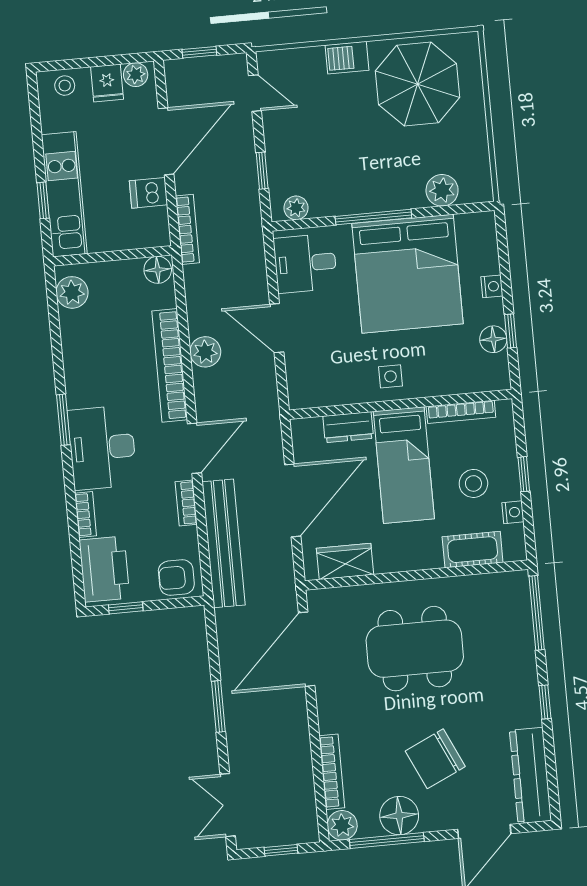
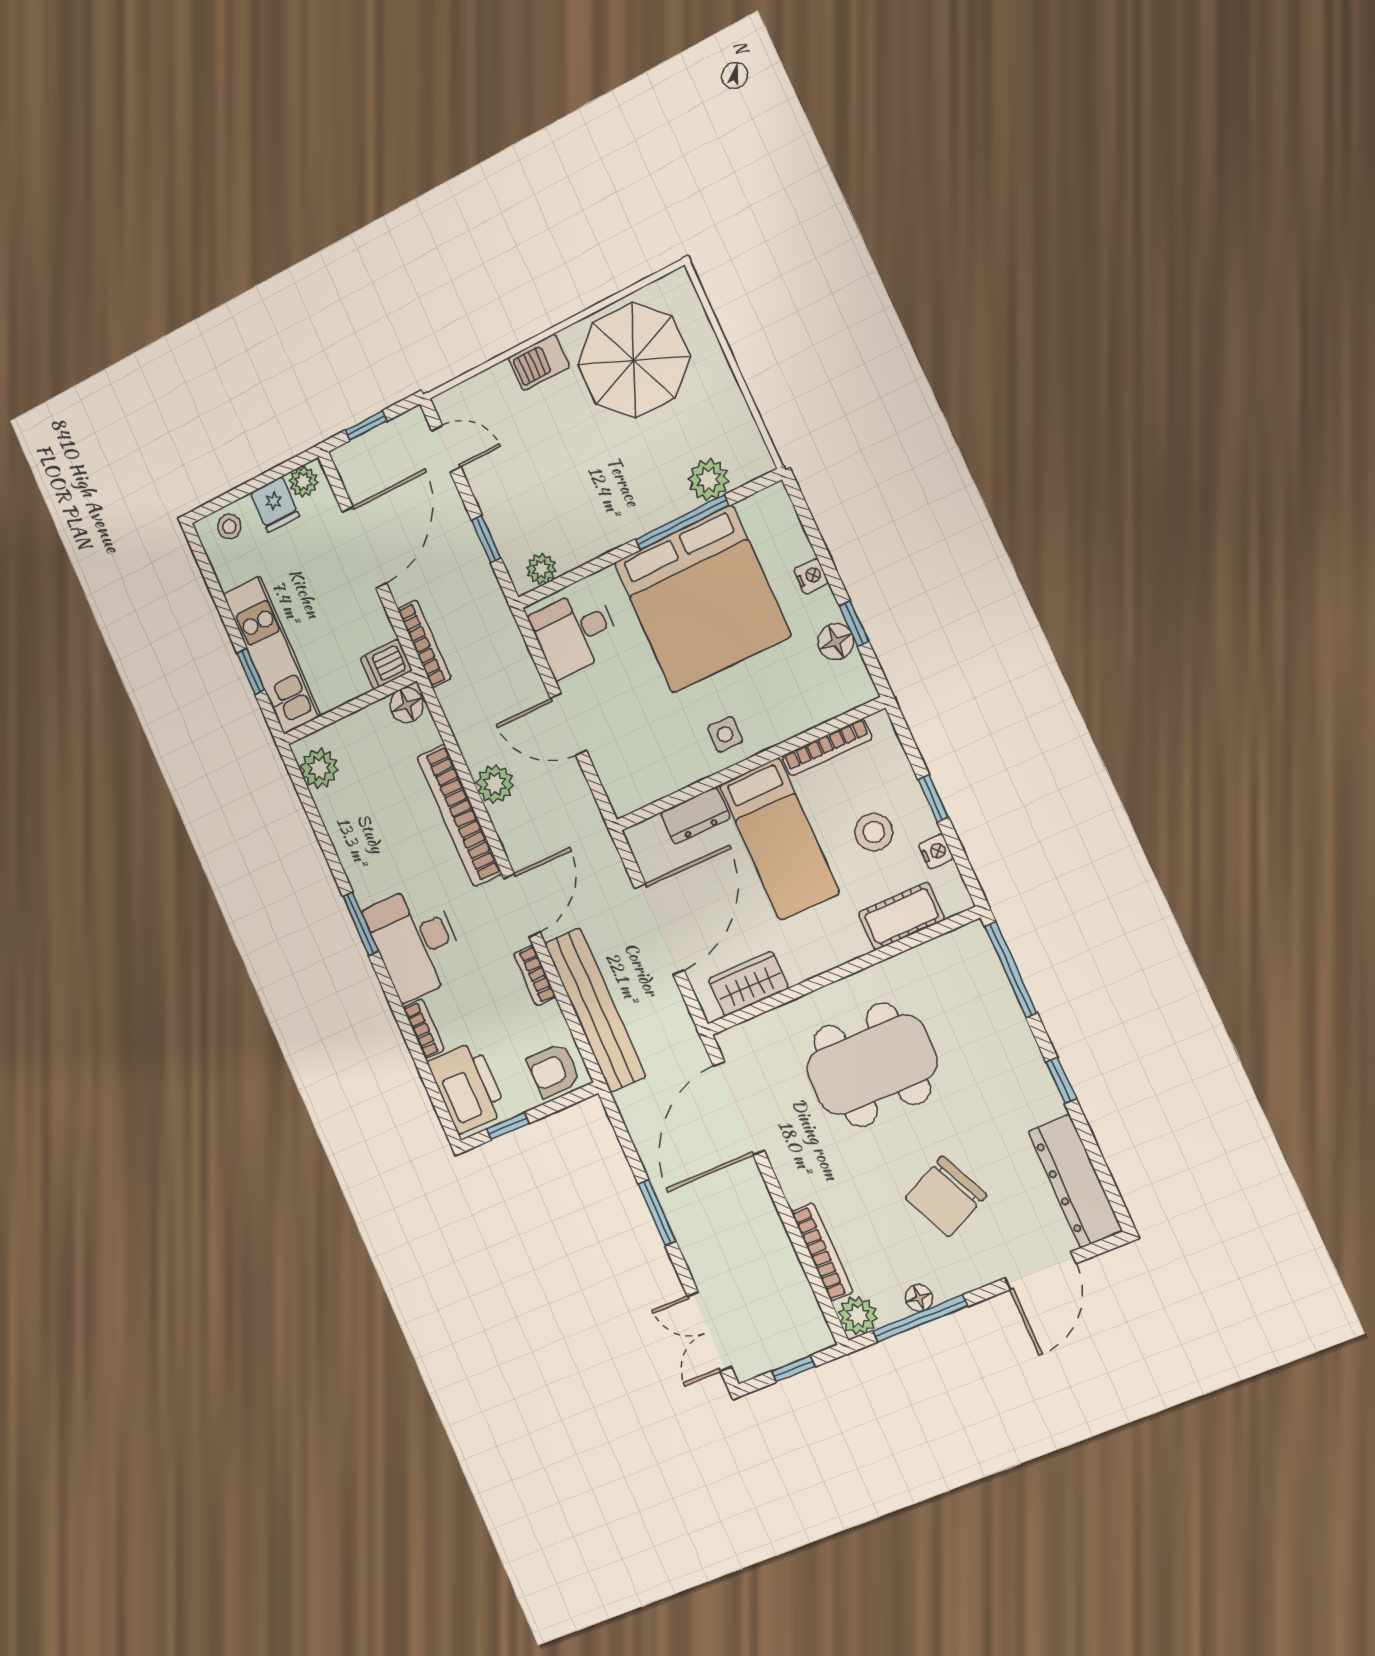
dishwasher: (148, 193) -> (386, 664), moved
window: (373, 217) -> (682, 522), moved
floor lamp: (399, 816) -> (919, 1298), width x0.53, depth x0.53

